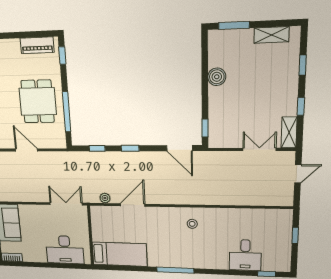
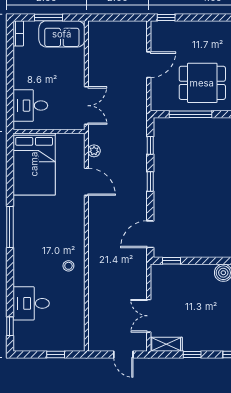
double door: (259, 149) -> (149, 316), swing flipped
stool: (192, 224) -> (68, 266), moved
desk: (65, 250) -> (30, 106), width x0.73
bed: (120, 254) -> (34, 164), width x1.50

